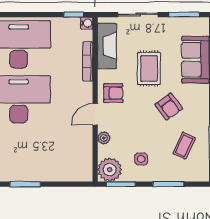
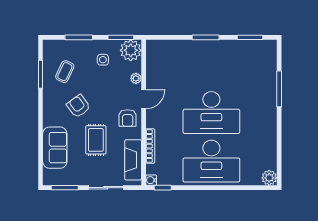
armchair: (113, 93) -> (128, 118), turned -90

